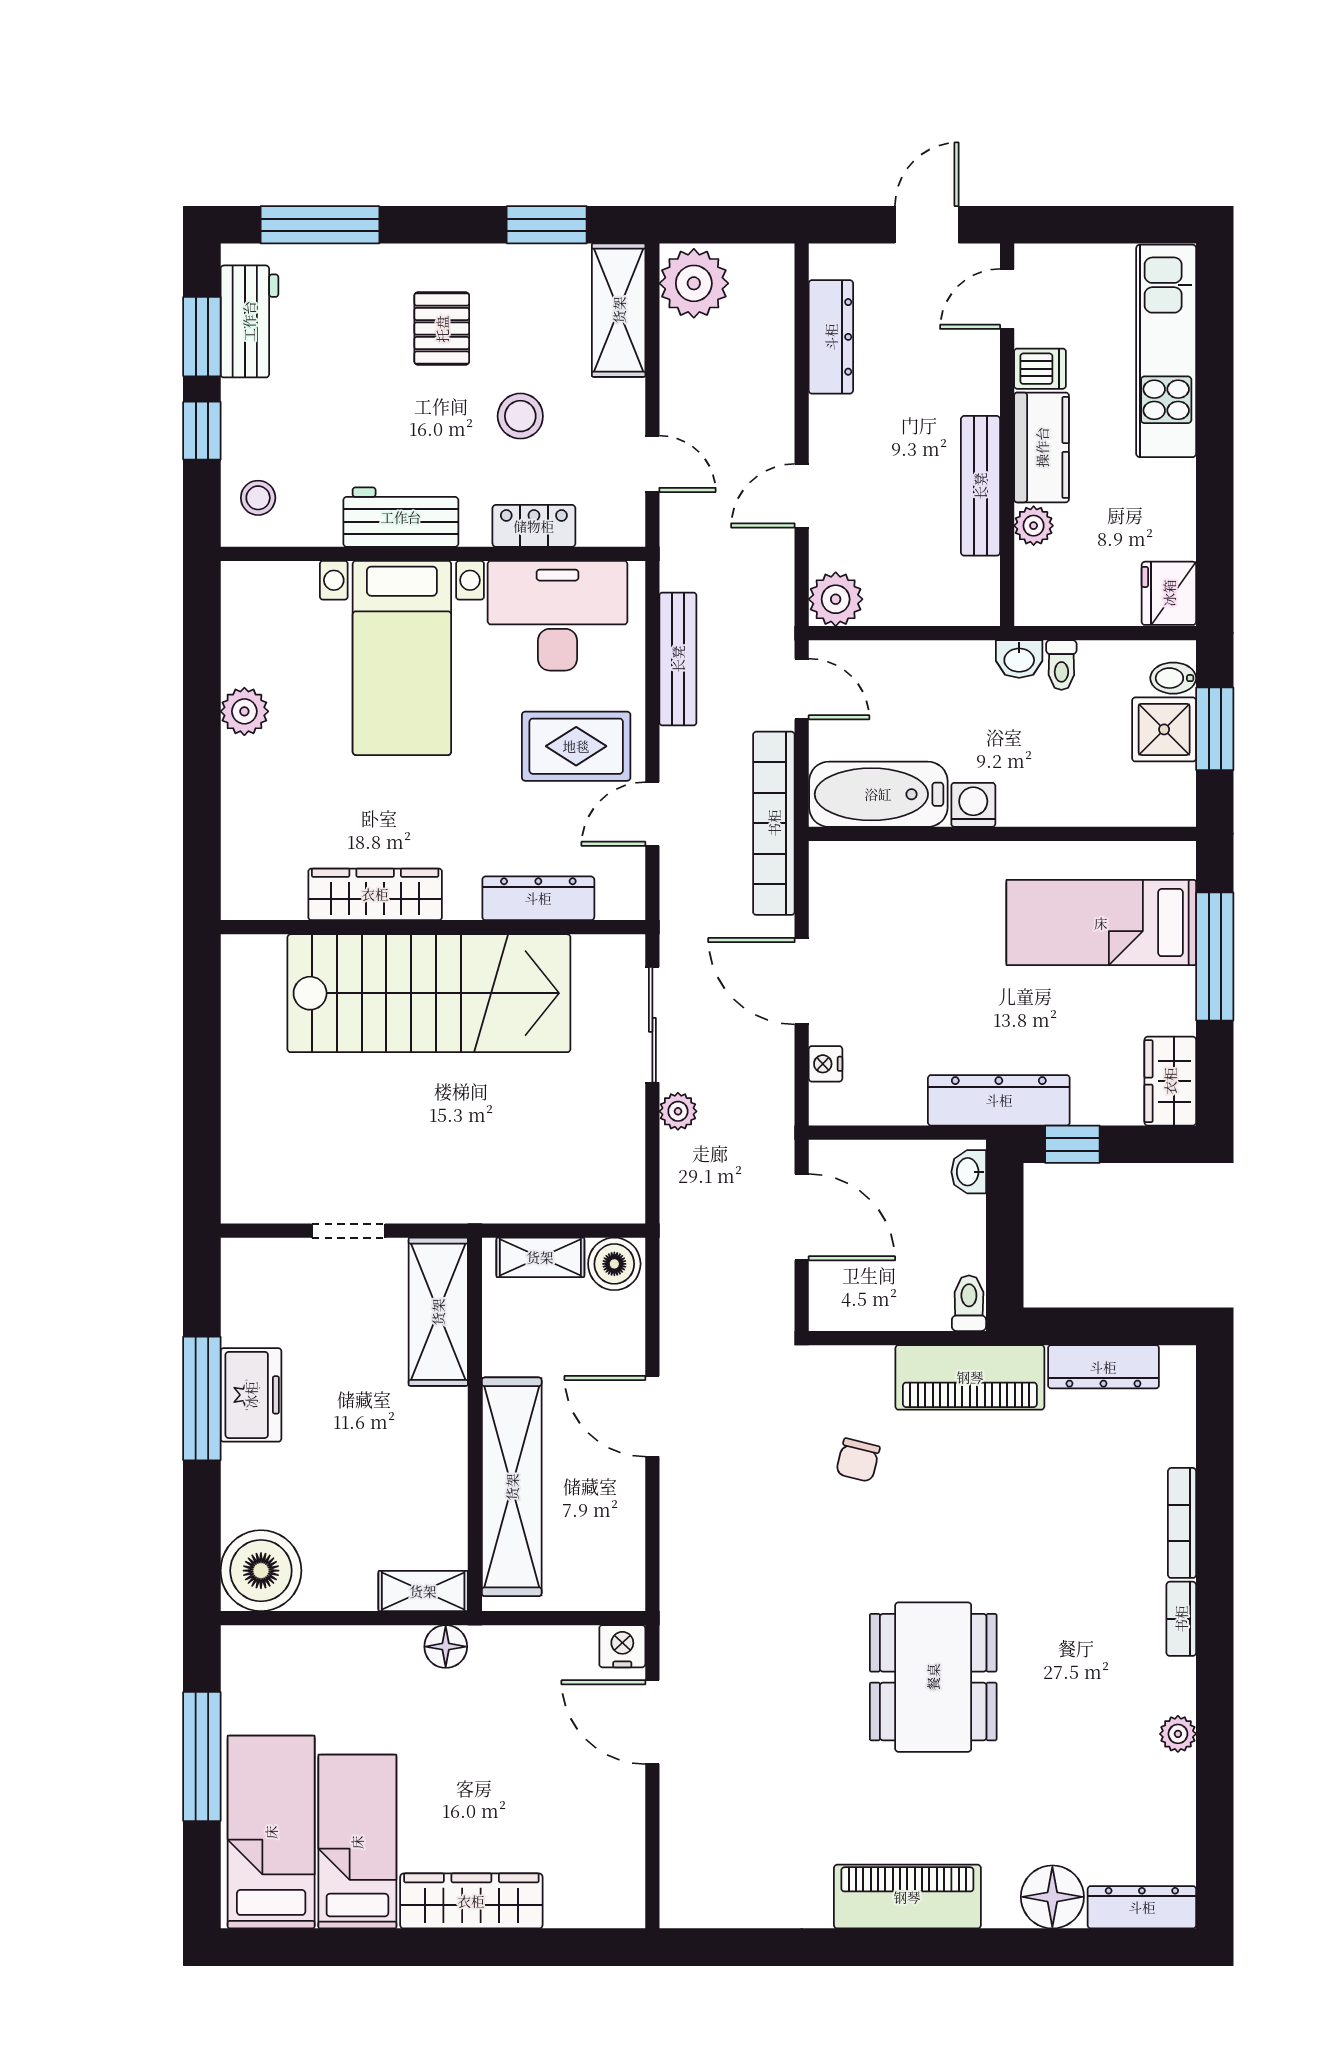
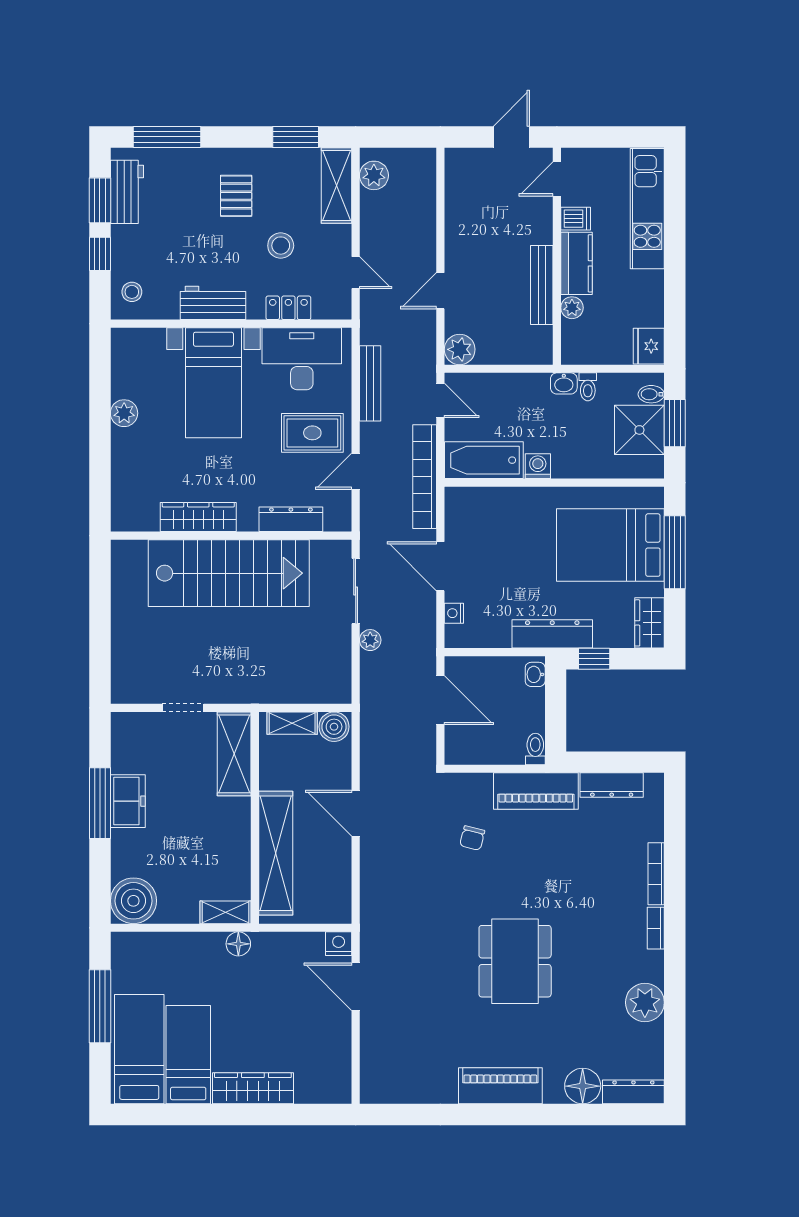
plant: (694, 283) -> (374, 175), width x0.73, depth x0.73
dresser: (831, 337) -> (457, 201), removed
shower: (1164, 729) -> (639, 430), width x1.36, depth x1.36
bed: (1101, 923) -> (610, 545), width x1.50
plant: (1178, 1734) -> (645, 1002), width x1.88, depth x1.88

